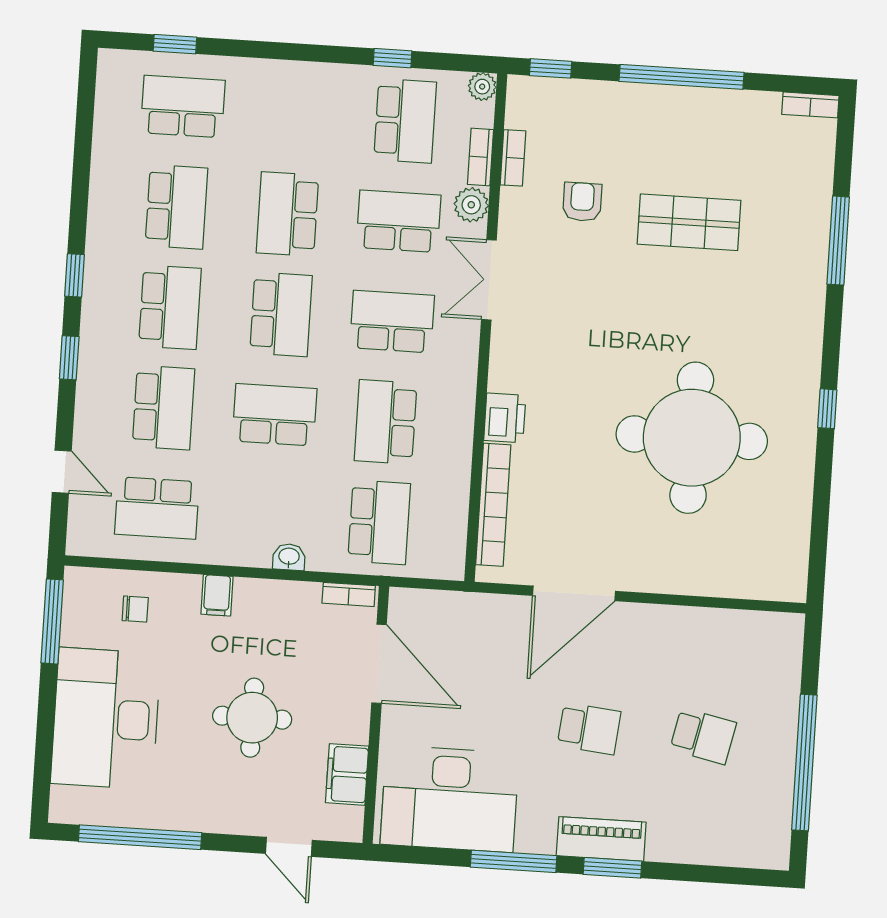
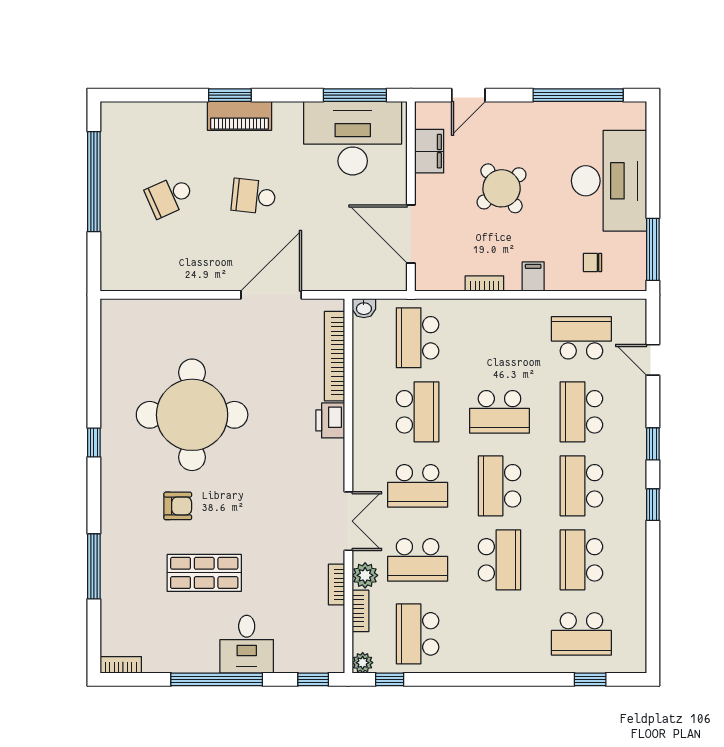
window: (393, 58) -> (390, 679), moved
desk: (638, 122) -> (247, 644), added
bookcase: (513, 158) -> (337, 585), moved
armchair: (582, 202) -> (178, 506), moved, turned -90
washbasin: (289, 557) -> (364, 308), moved
bookcase: (349, 594) -> (484, 283), moved
round table: (252, 718) -> (502, 188), turned -38
school desk: (703, 736) -> (169, 196), turned -36
door: (289, 847) -> (468, 95), swing flipped
window: (514, 861) -> (355, 95), moved

